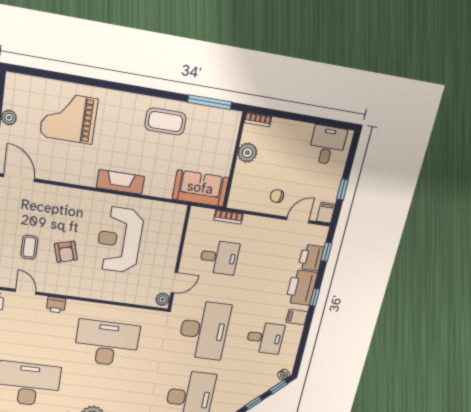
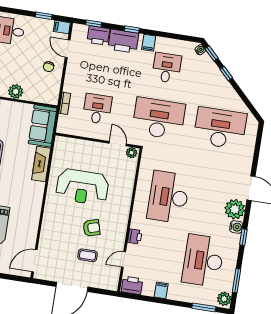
fireplace: (120, 182) -> (41, 164), moved

